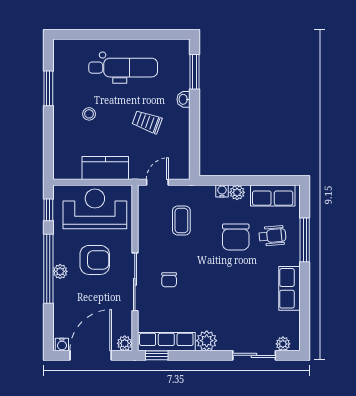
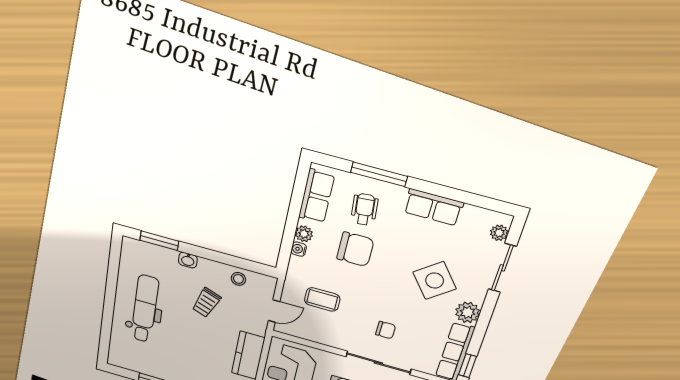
stool: (89, 114) -> (238, 279), moved
door: (157, 182) -> (274, 311), swing flipped
side table: (227, 307) -> (435, 281), added

